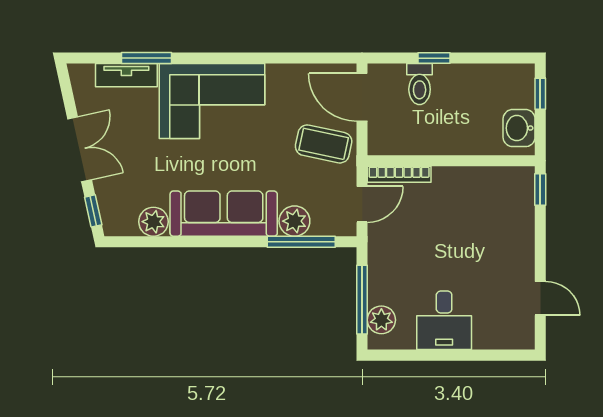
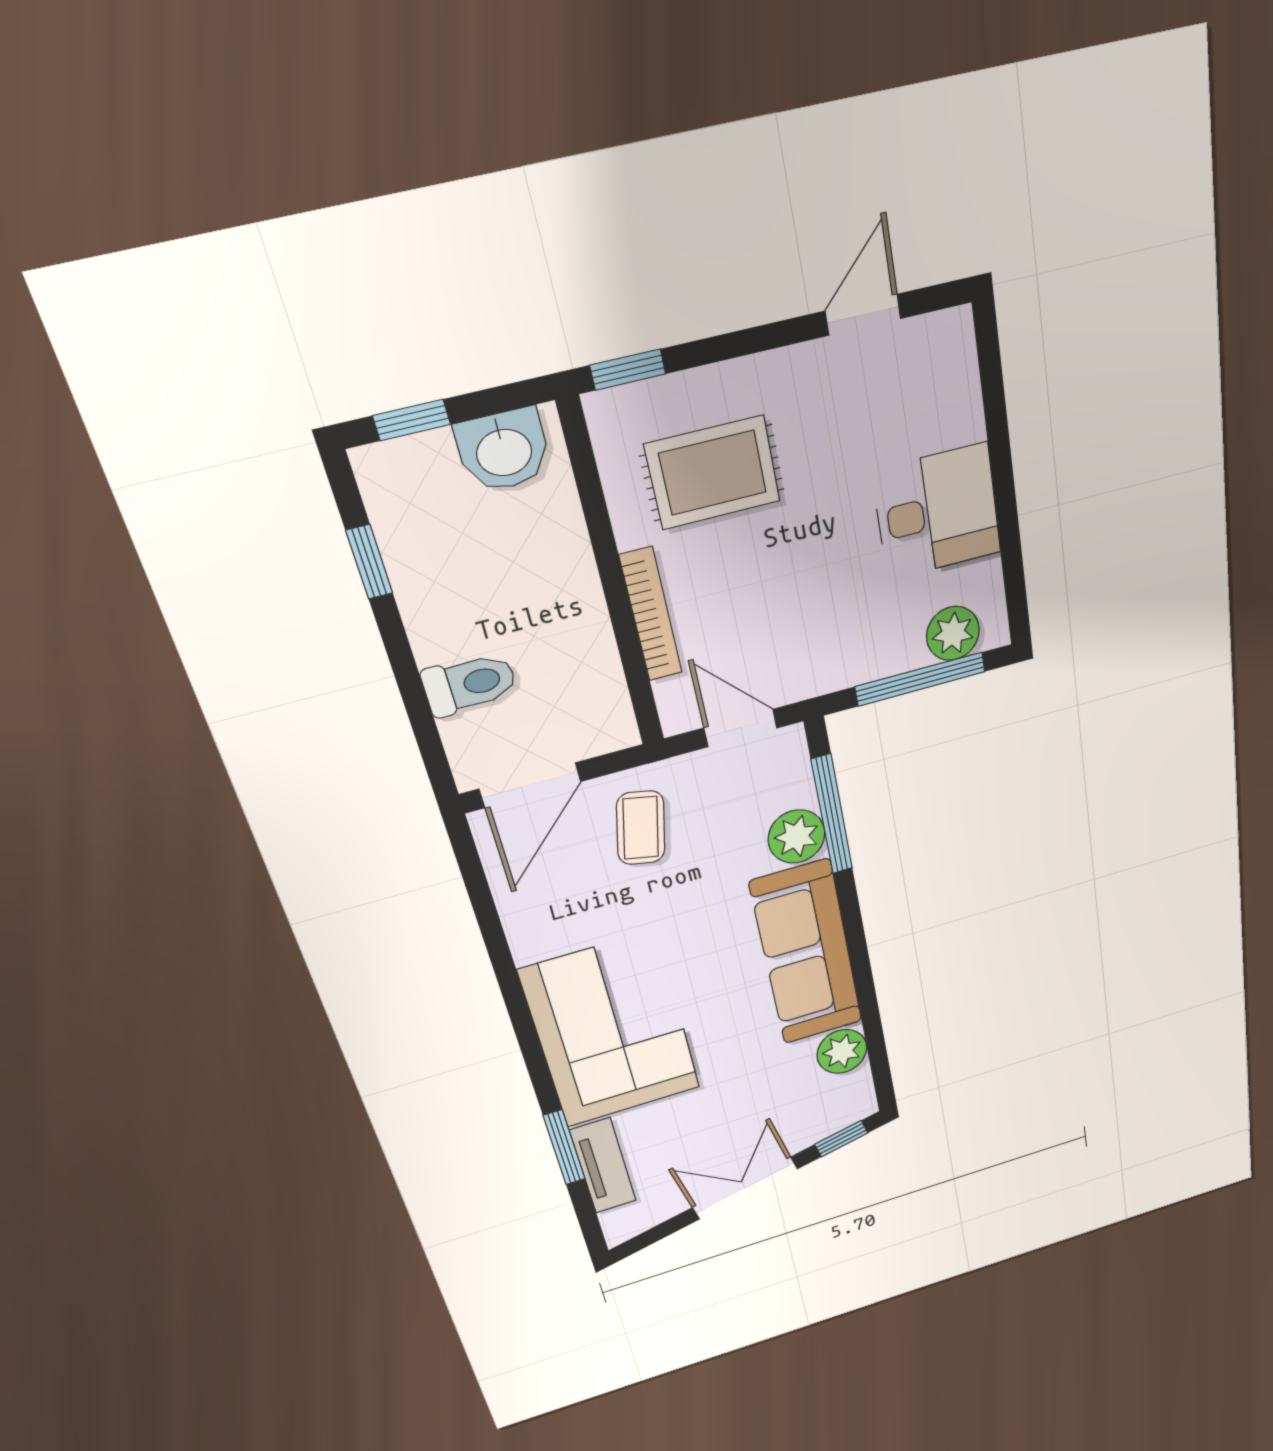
window: (434, 58) -> (369, 562), moved
coffee table: (324, 144) -> (641, 828), width x0.73, depth x0.77
bookcase: (399, 174) -> (651, 615), moved
rug: (488, 217) -> (713, 473), added

